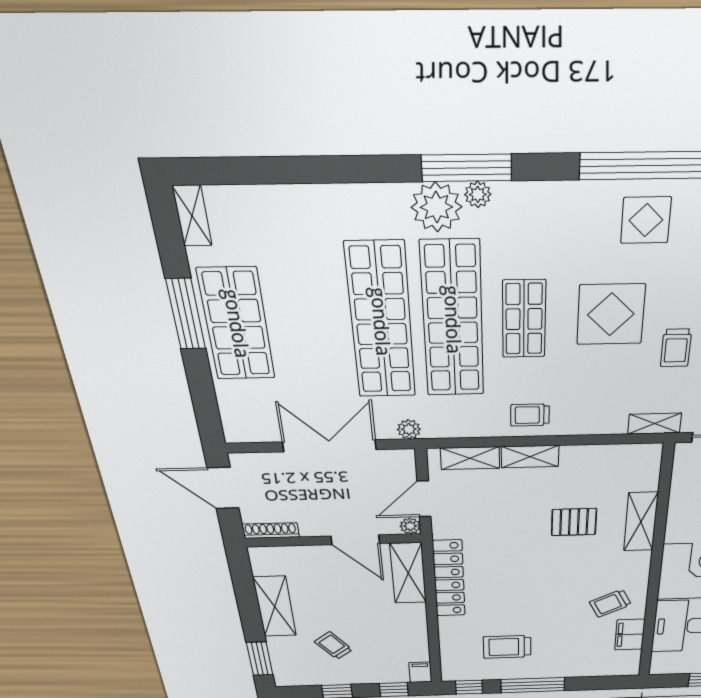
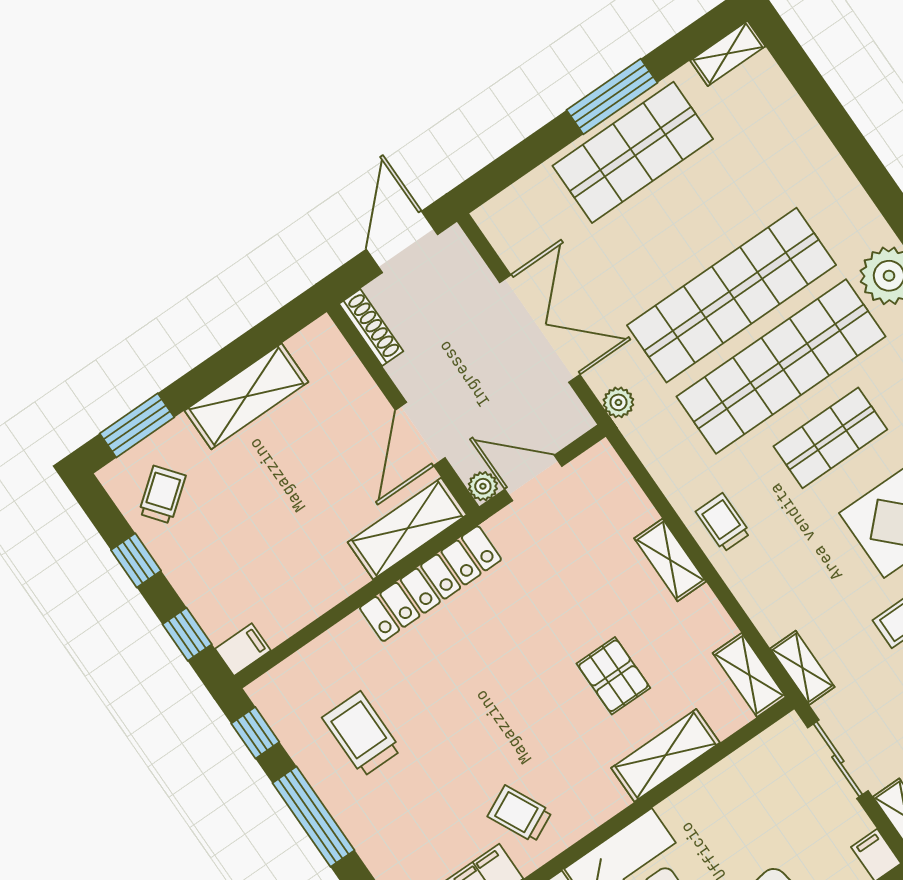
shelving: (470, 458) -> (749, 675), moved
trolley: (333, 646) -> (162, 495), moved

